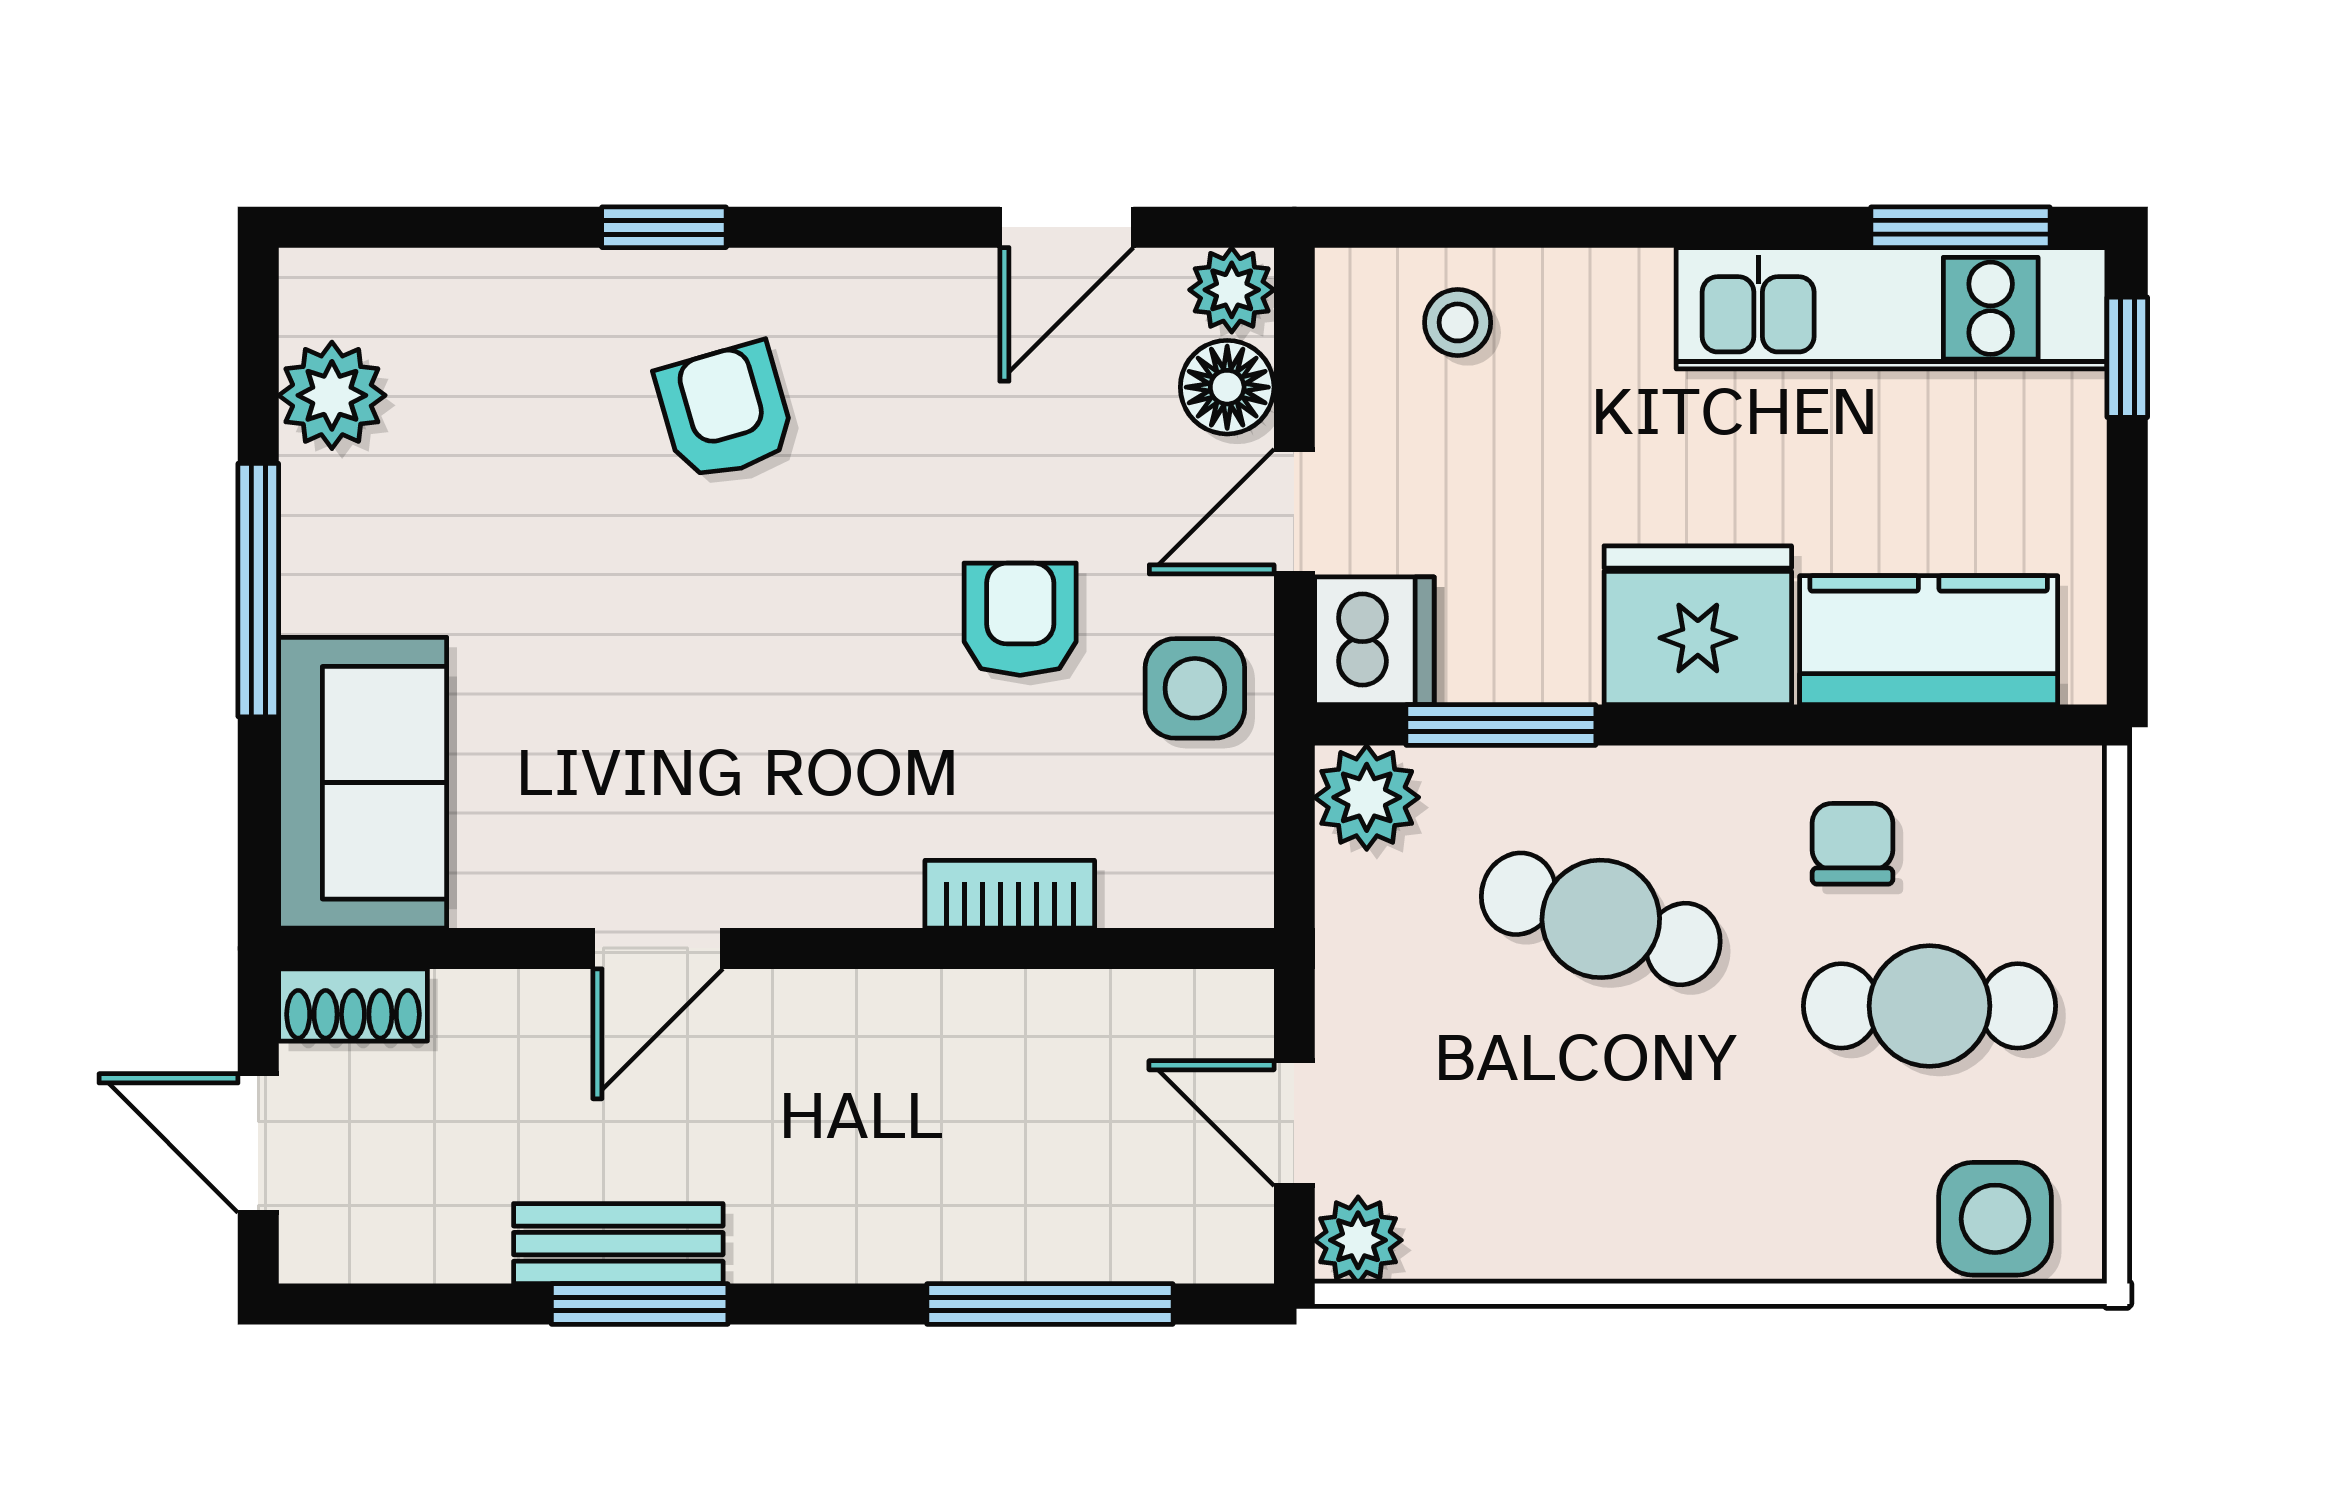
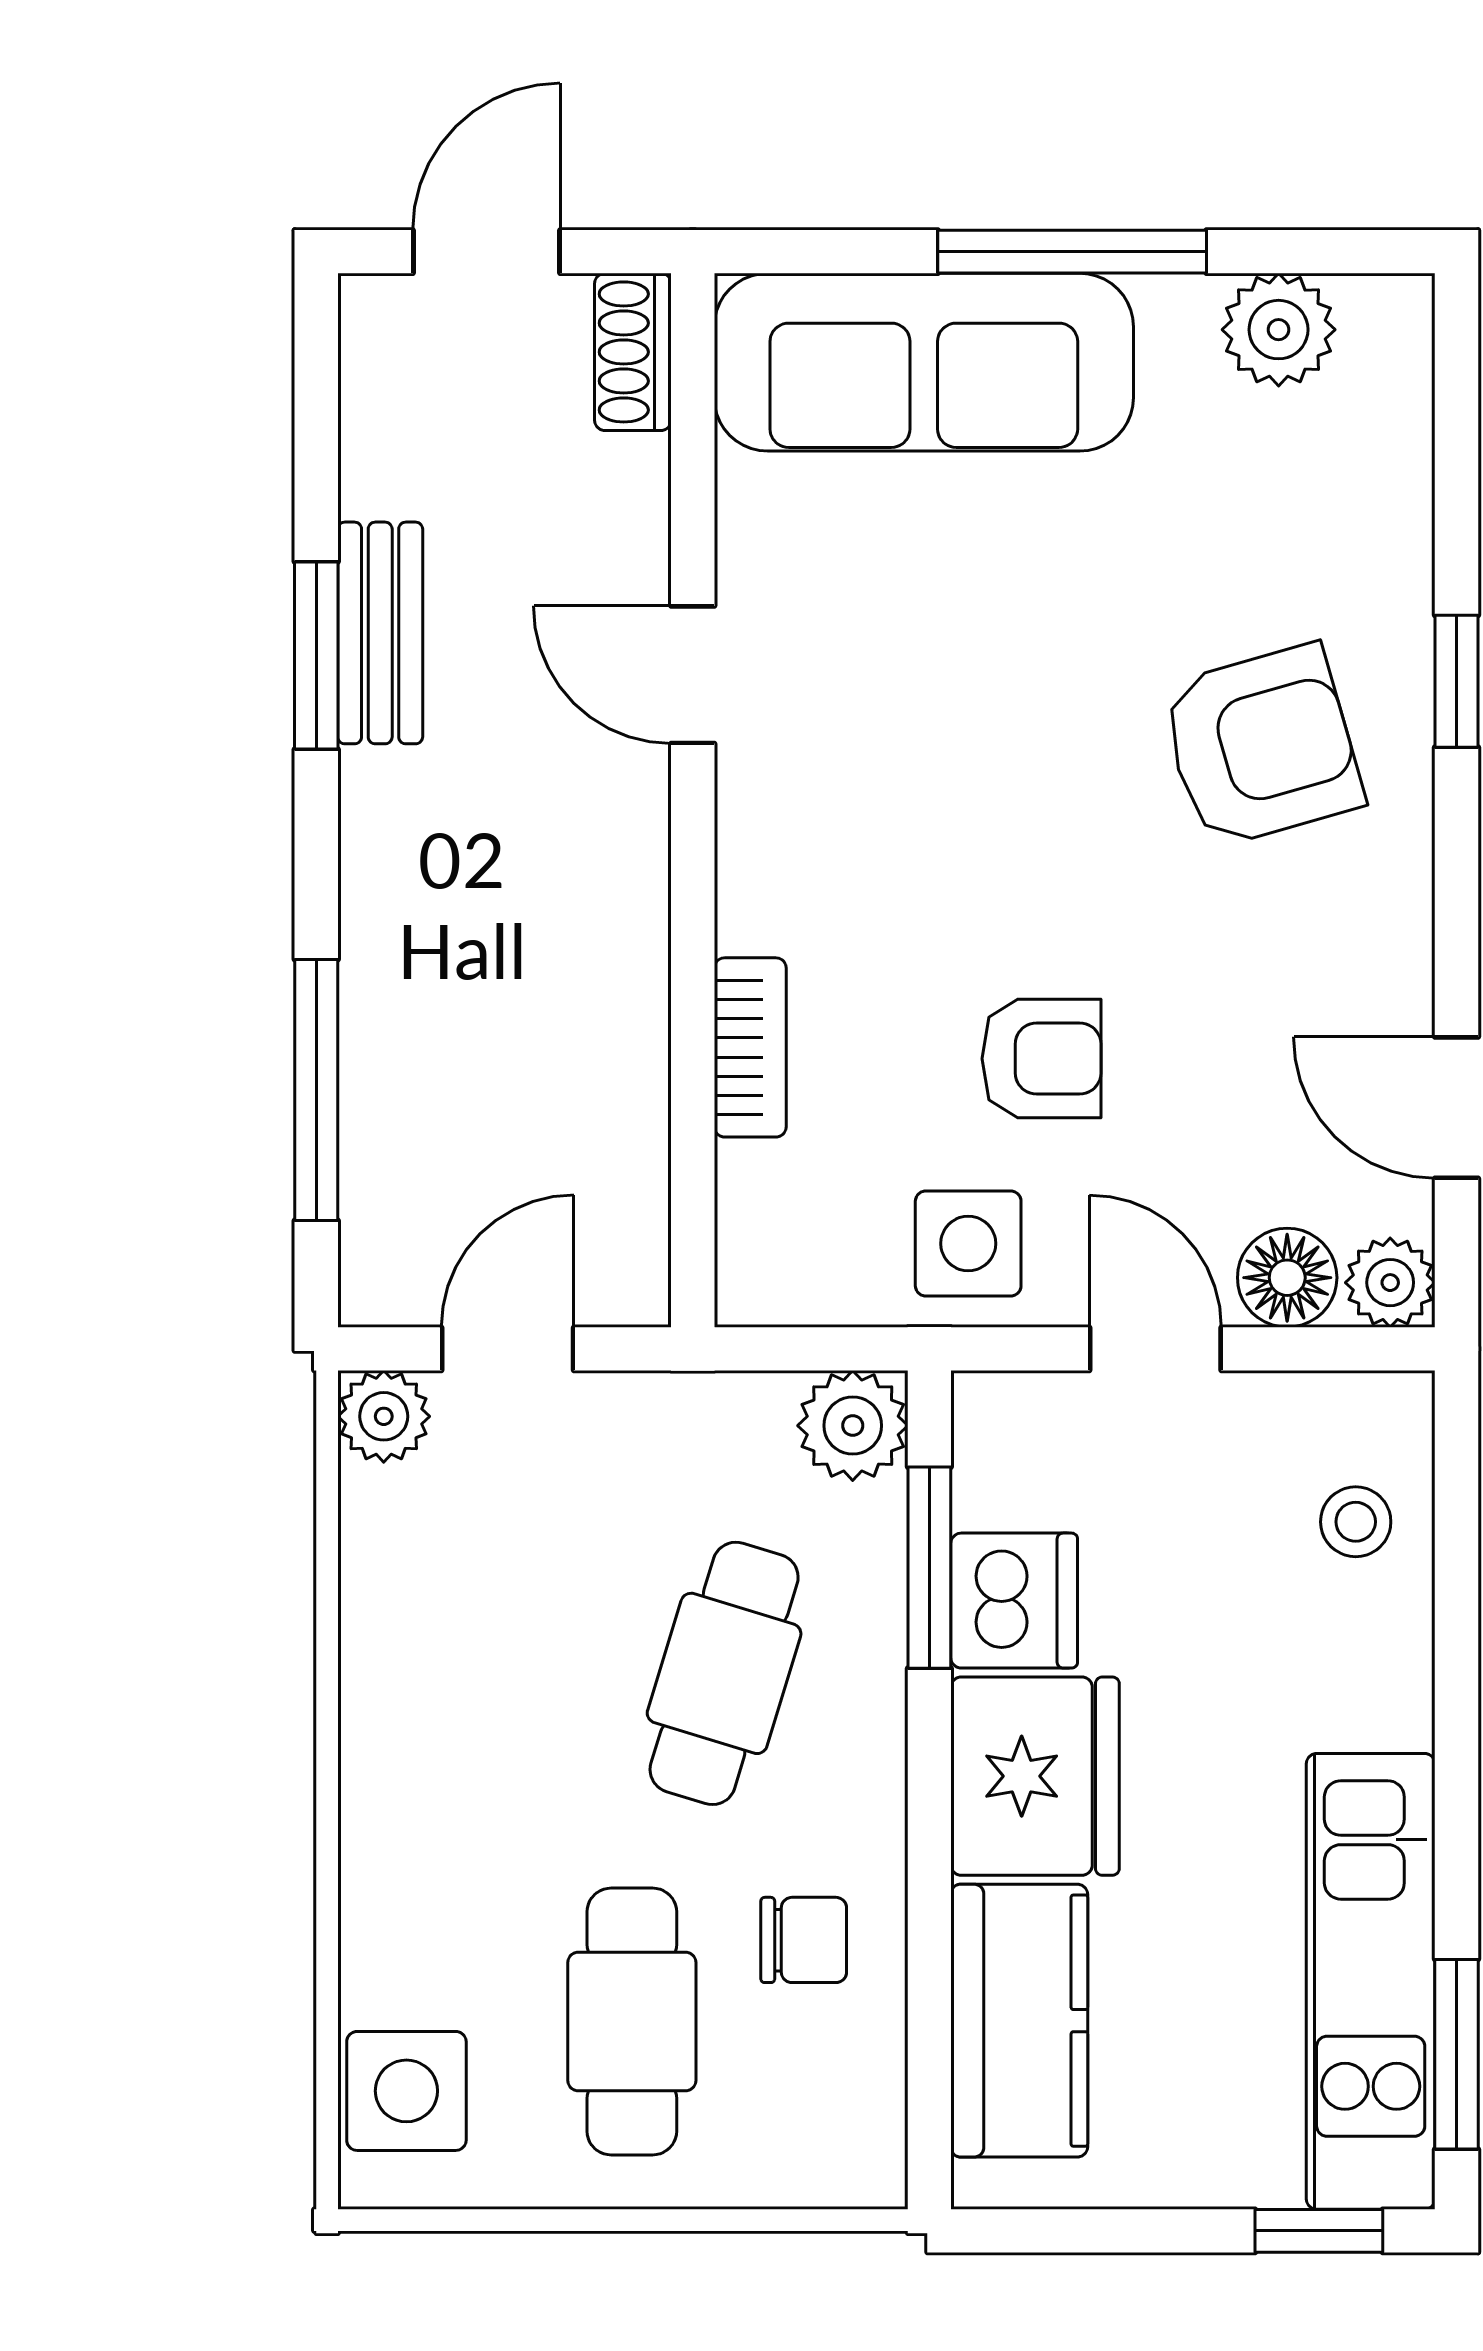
armchair: (725, 412) -> (1261, 746), width x1.38, depth x1.38
dishwasher: (1374, 641) -> (1014, 1601), moved, turned -90
sofa: (363, 783) -> (924, 362), width x1.36

